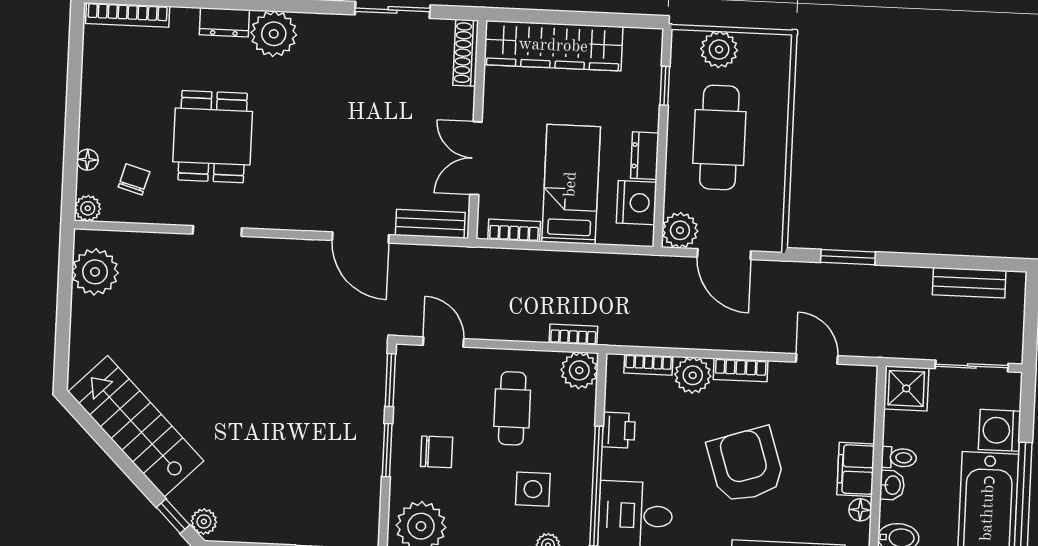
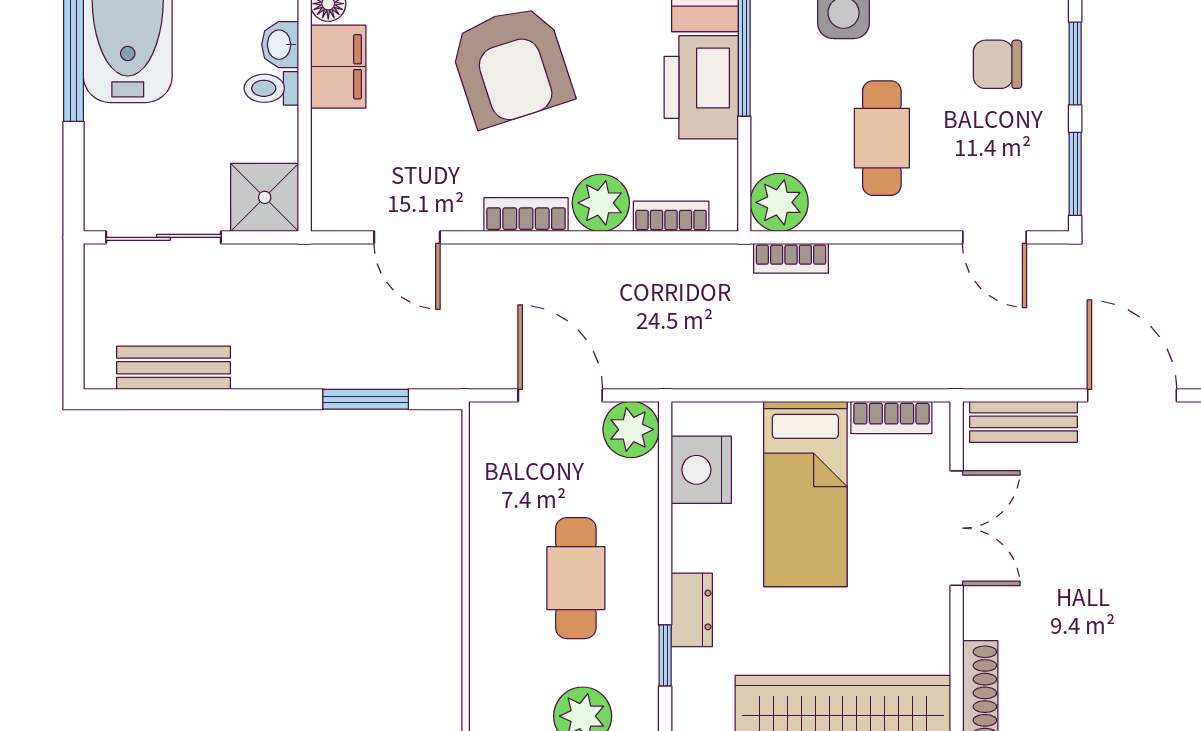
cafe table: (719, 137) -> (576, 578), width x0.73, depth x0.74
dresser: (645, 156) -> (692, 610), moved
printer: (619, 430) -> (701, 87), width x1.87, depth x1.48
washing machine: (1000, 430) -> (115, 138), removed

